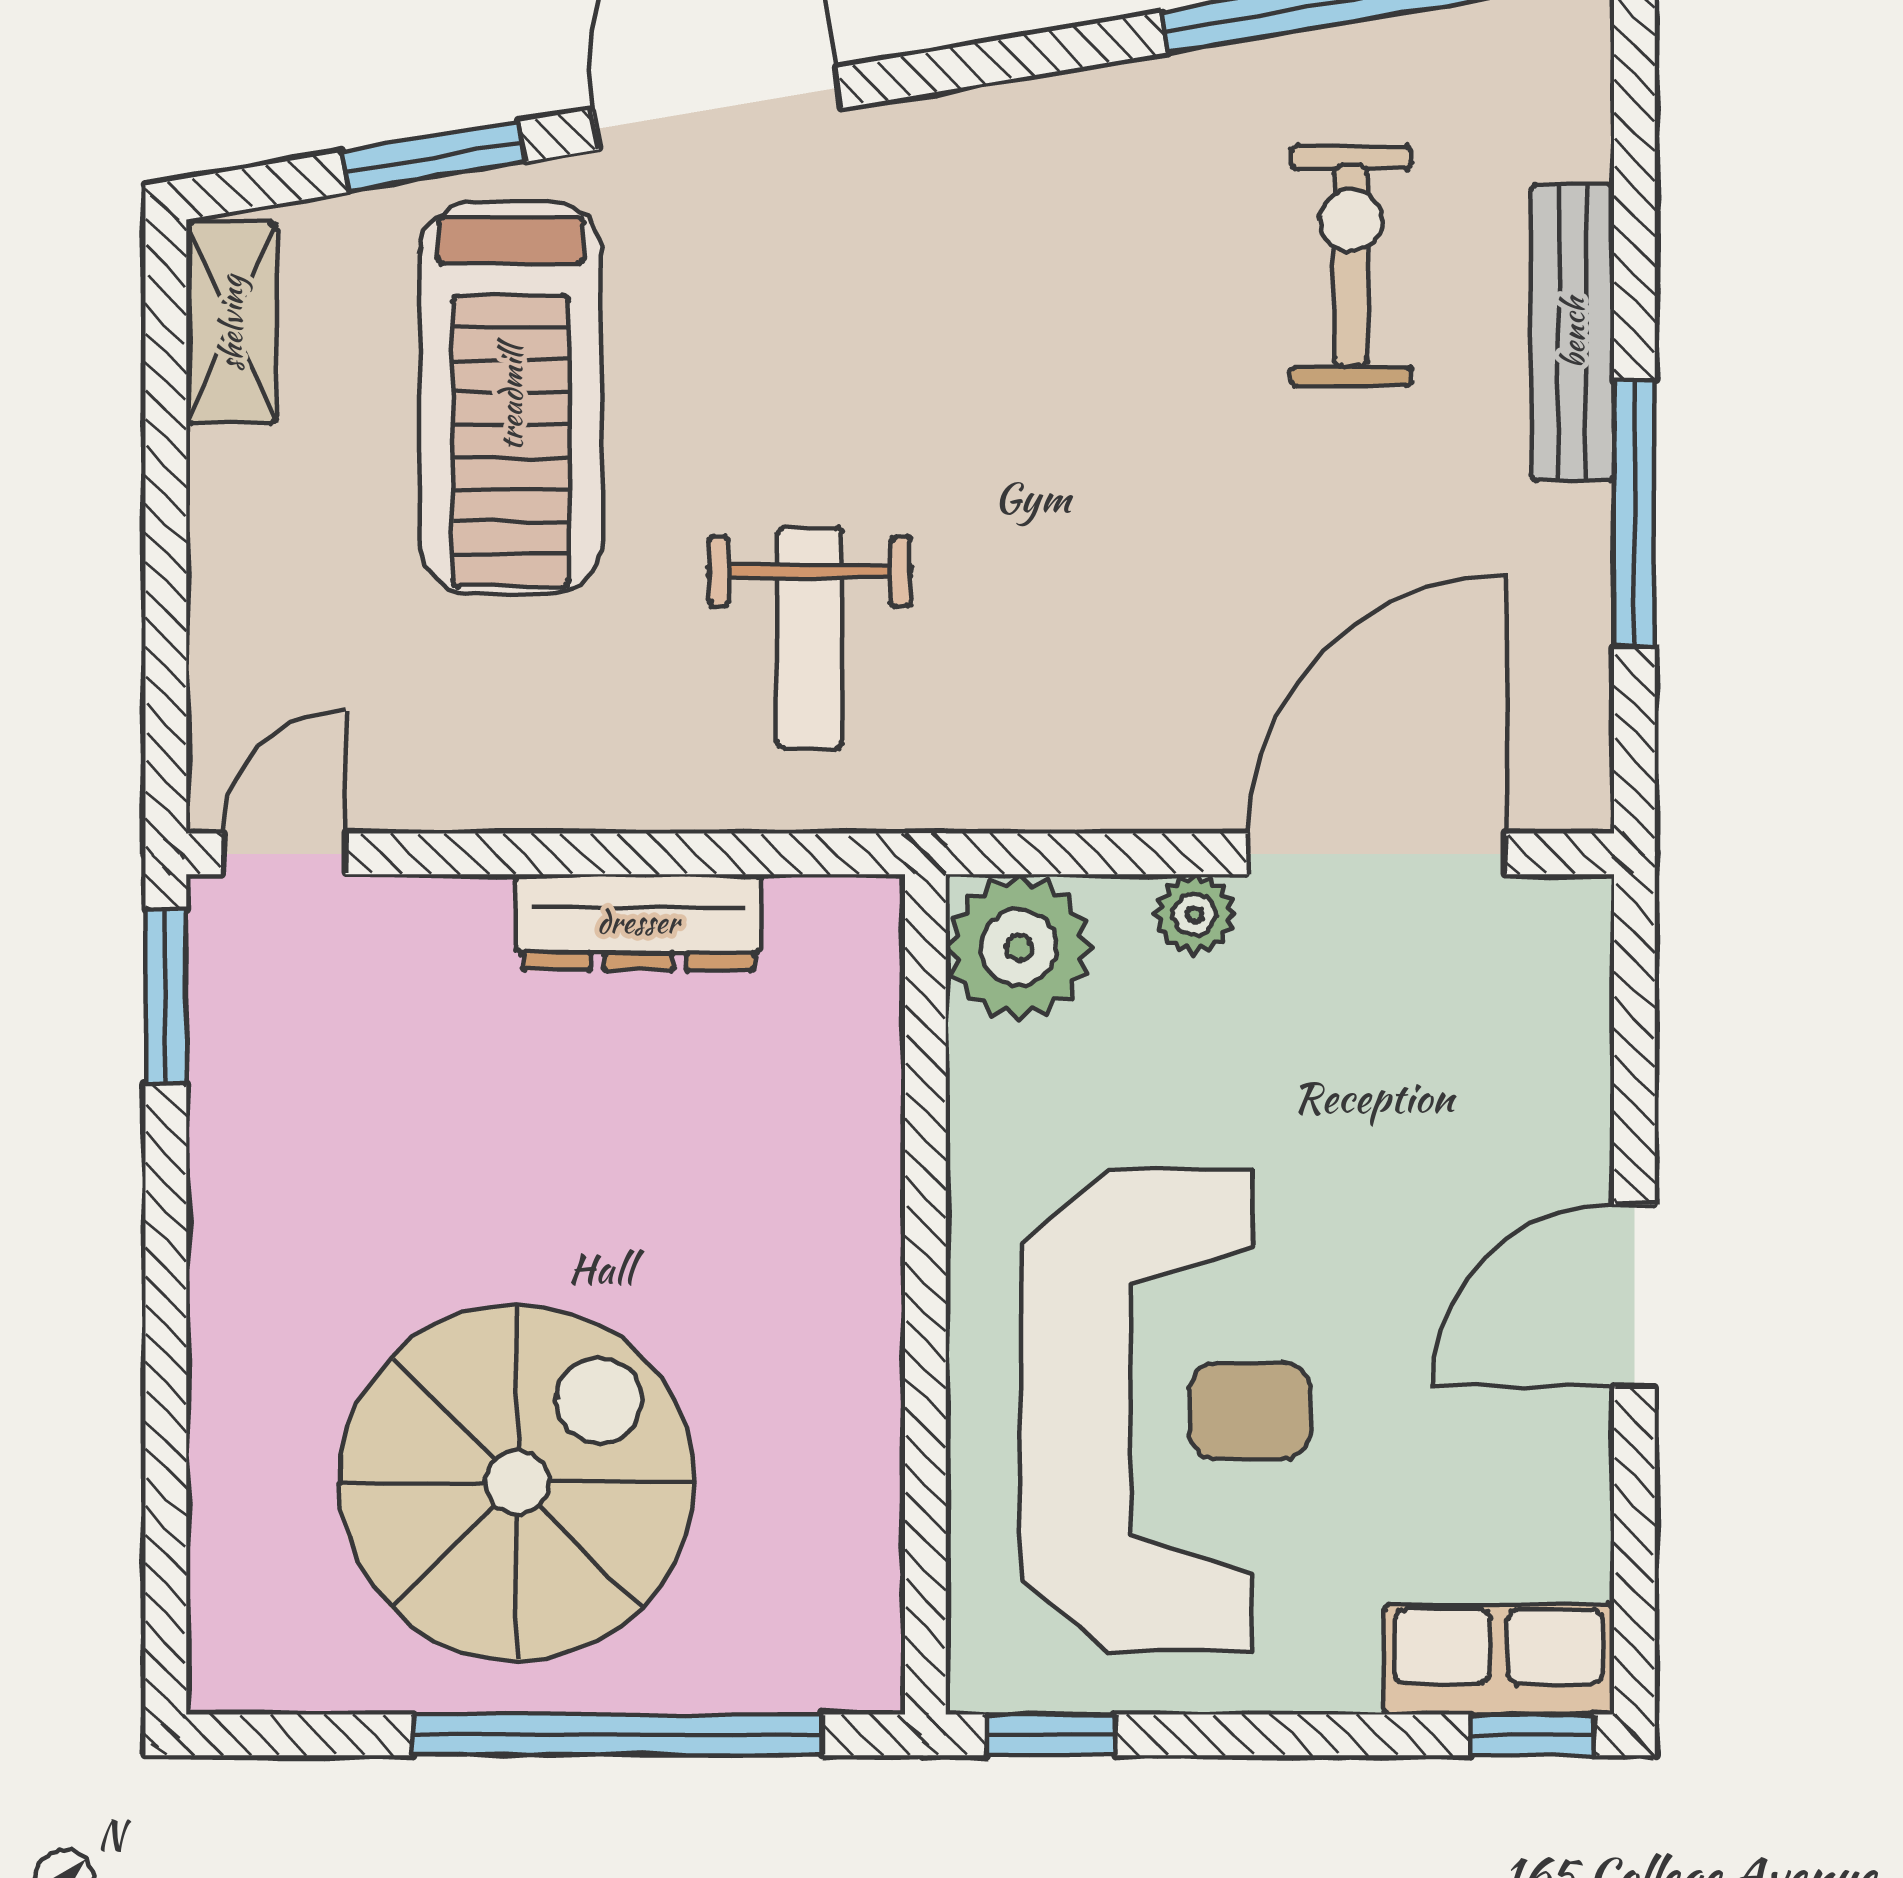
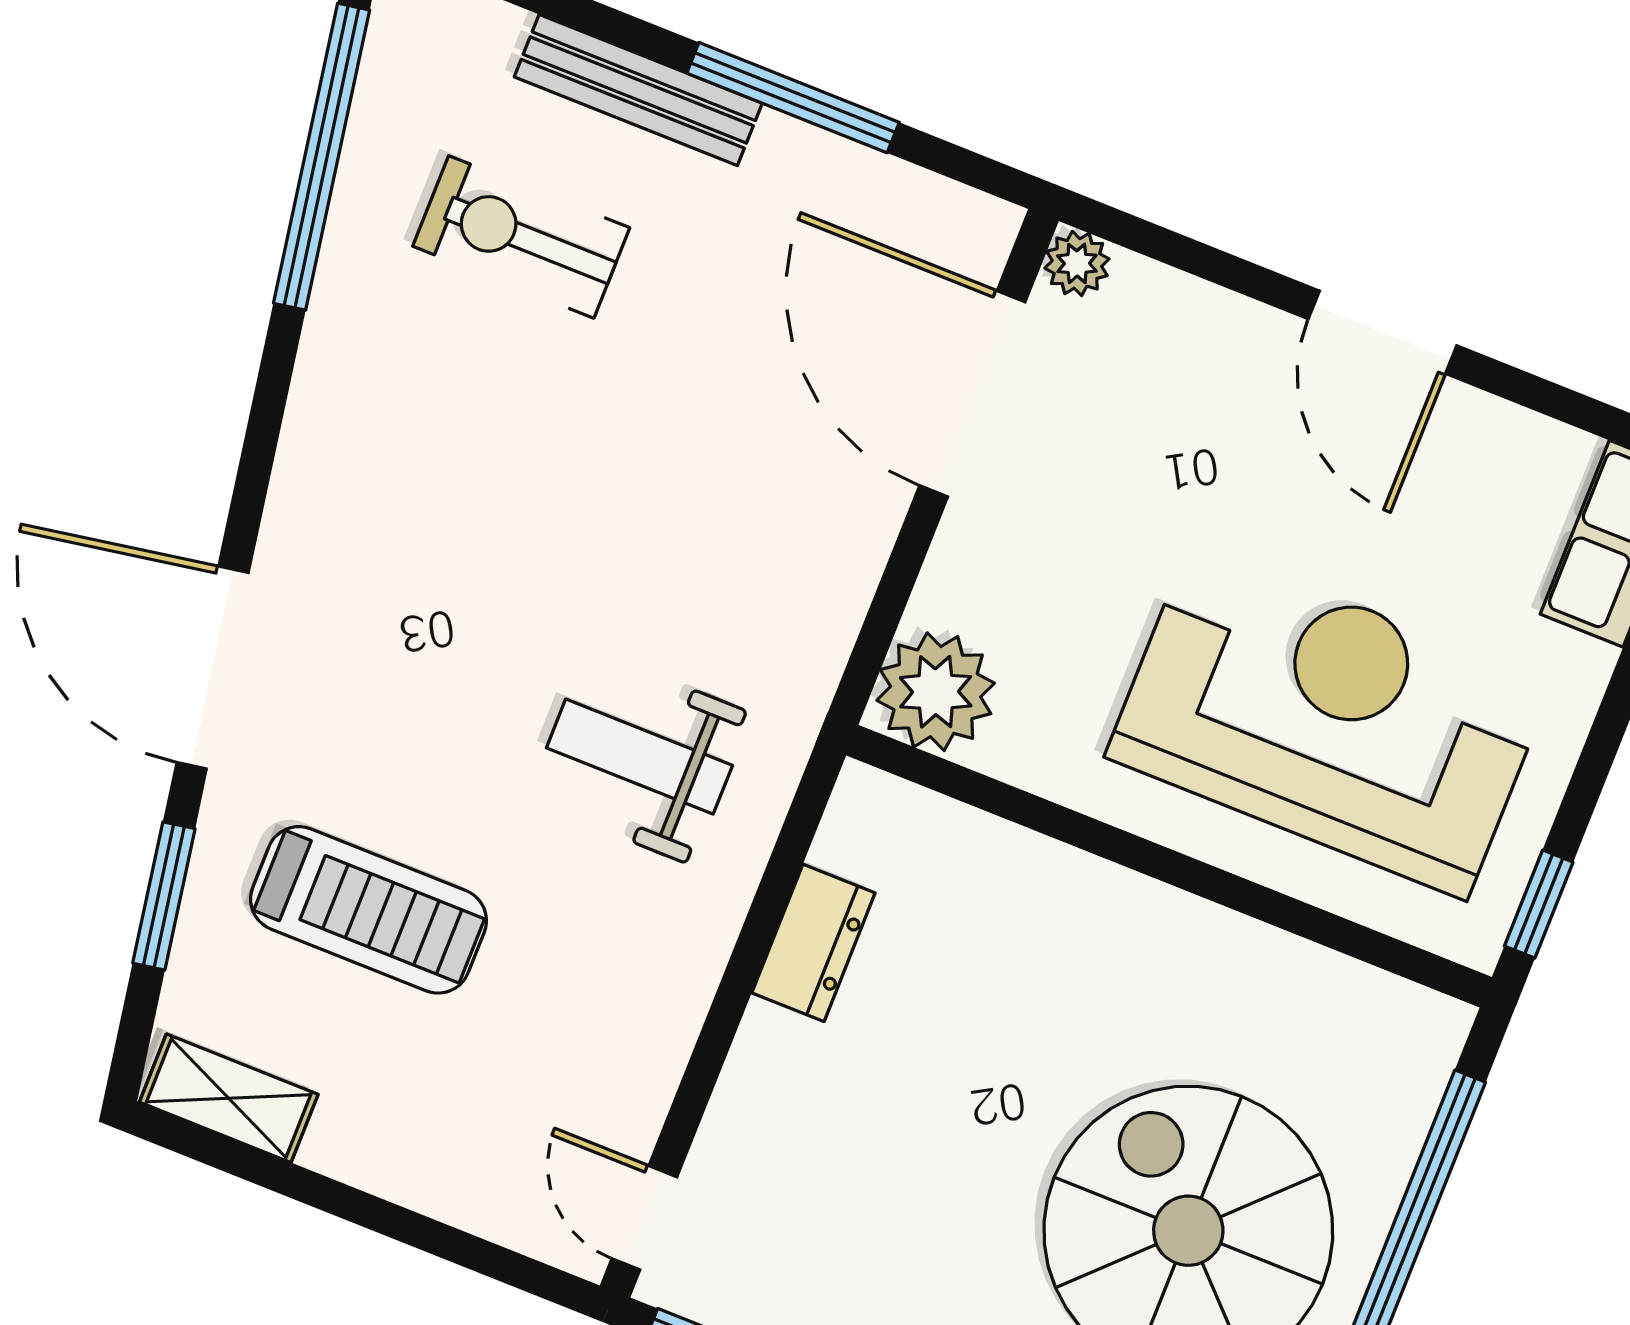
treadmill: (511, 398) -> (369, 910), width x0.73, depth x0.73
weight bench: (810, 638) -> (639, 757), turned 180
plant: (1195, 914) -> (1077, 263), moved
dresser: (638, 922) -> (813, 943), width x0.70

